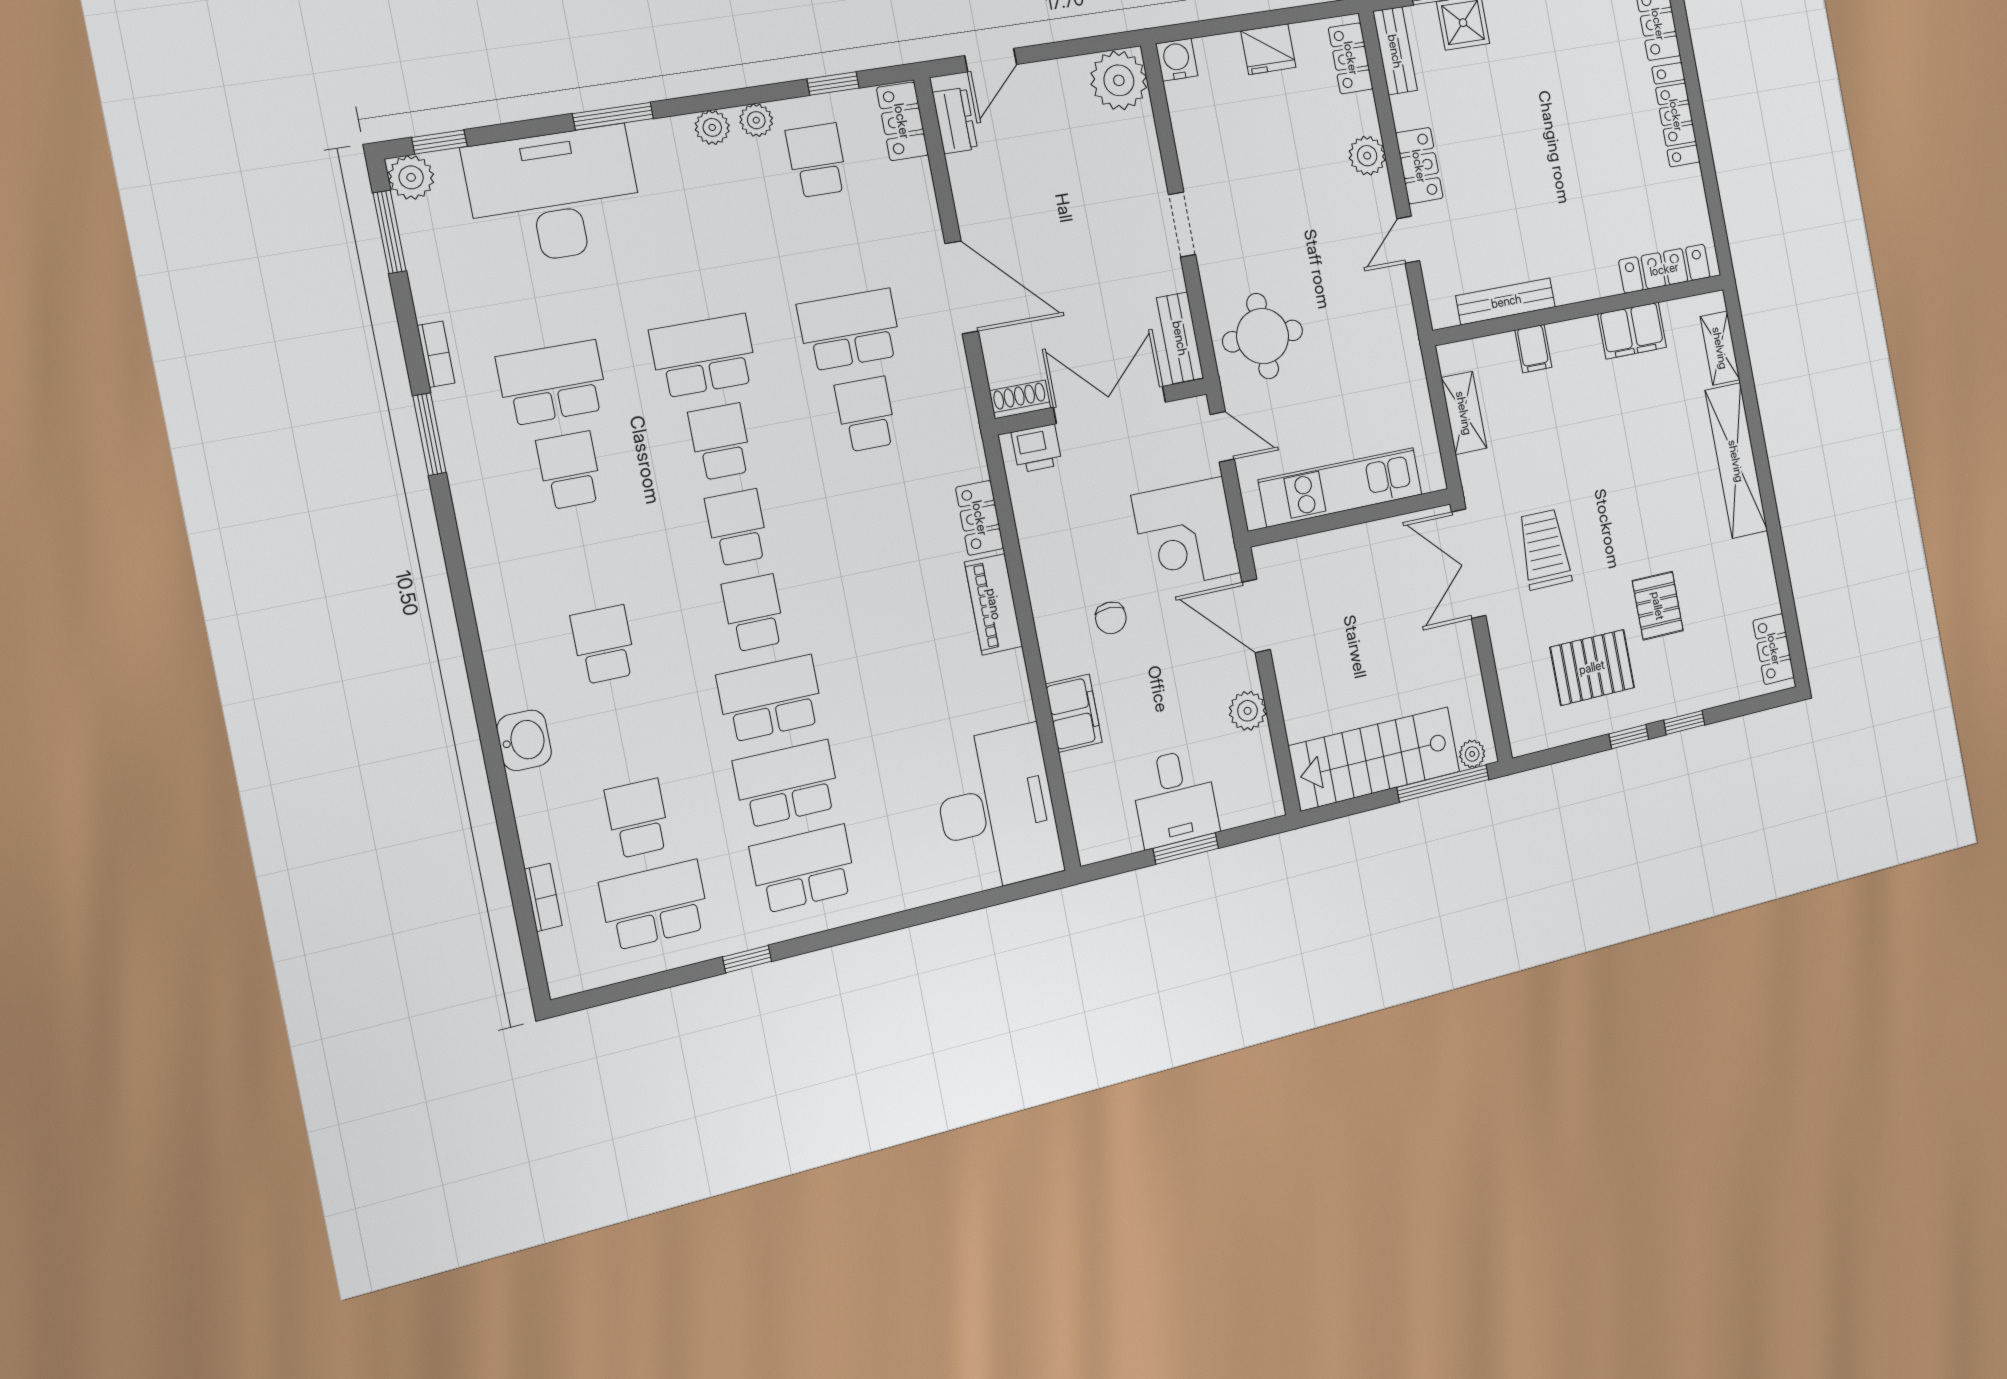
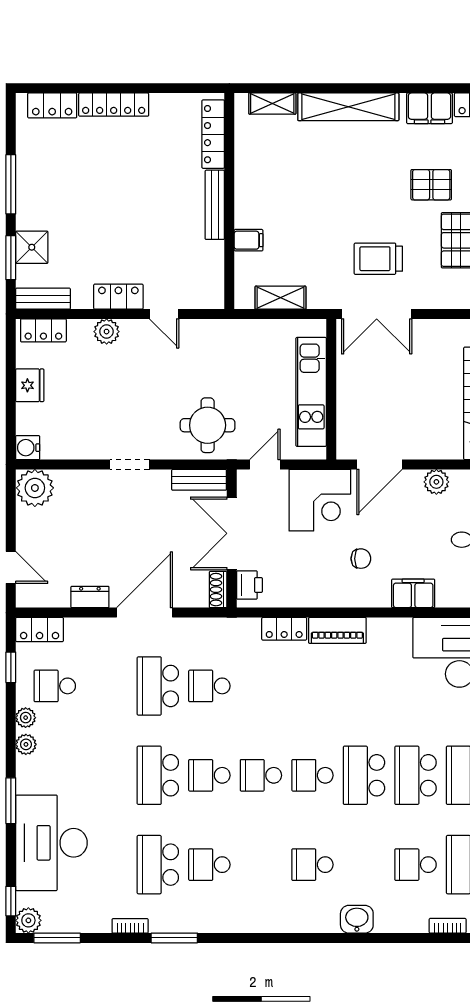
dresser: (955, 121) -> (90, 597), moved
bench: (1506, 301) -> (215, 205), moved
filing cabinet: (1632, 331) -> (429, 108), moved, turned 90

